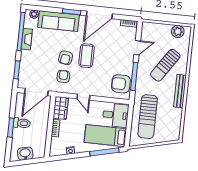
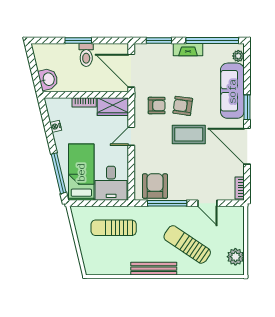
fireplace: (27, 39) -> (188, 50), moved
sun lounger: (148, 117) -> (114, 228), width x0.73, depth x0.75
washbasin: (25, 154) -> (48, 79), moved

